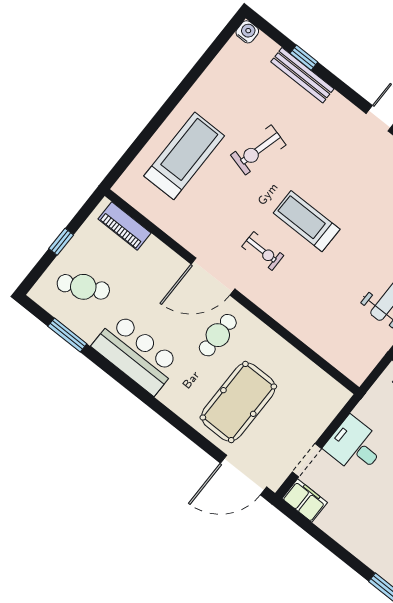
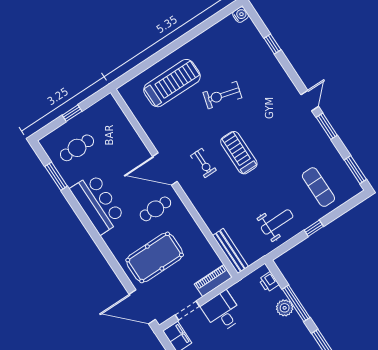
bench: (302, 75) -> (230, 251), moved
piano: (124, 226) -> (213, 281), moved, turned 90
cafe table: (83, 287) -> (77, 148), turned -63

